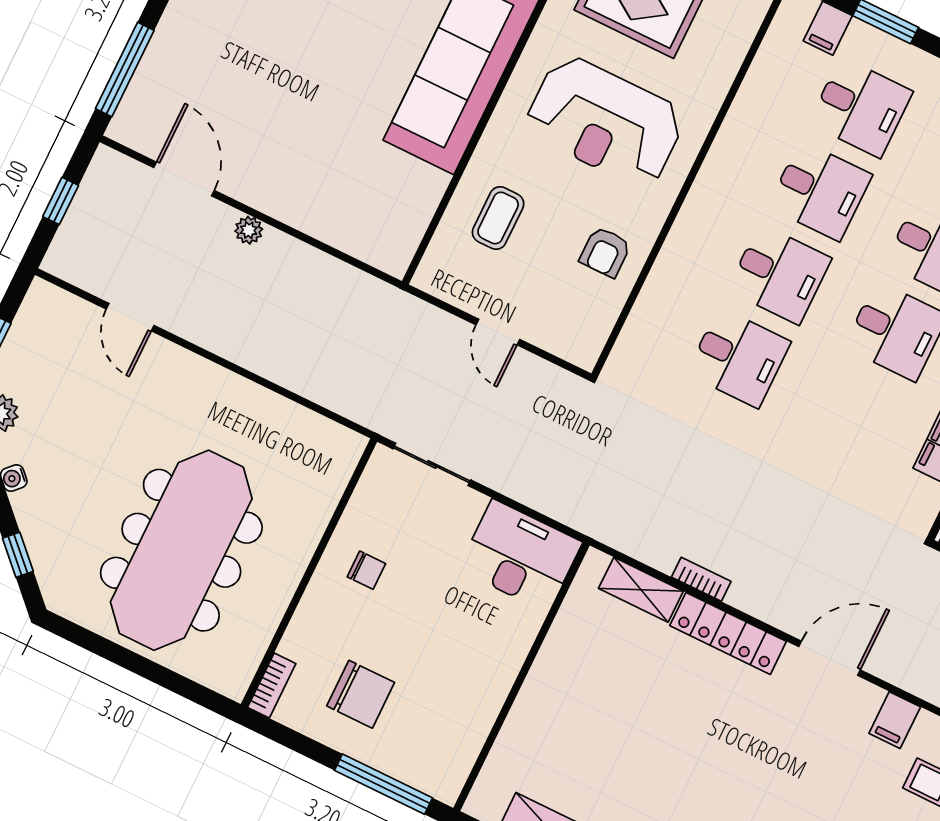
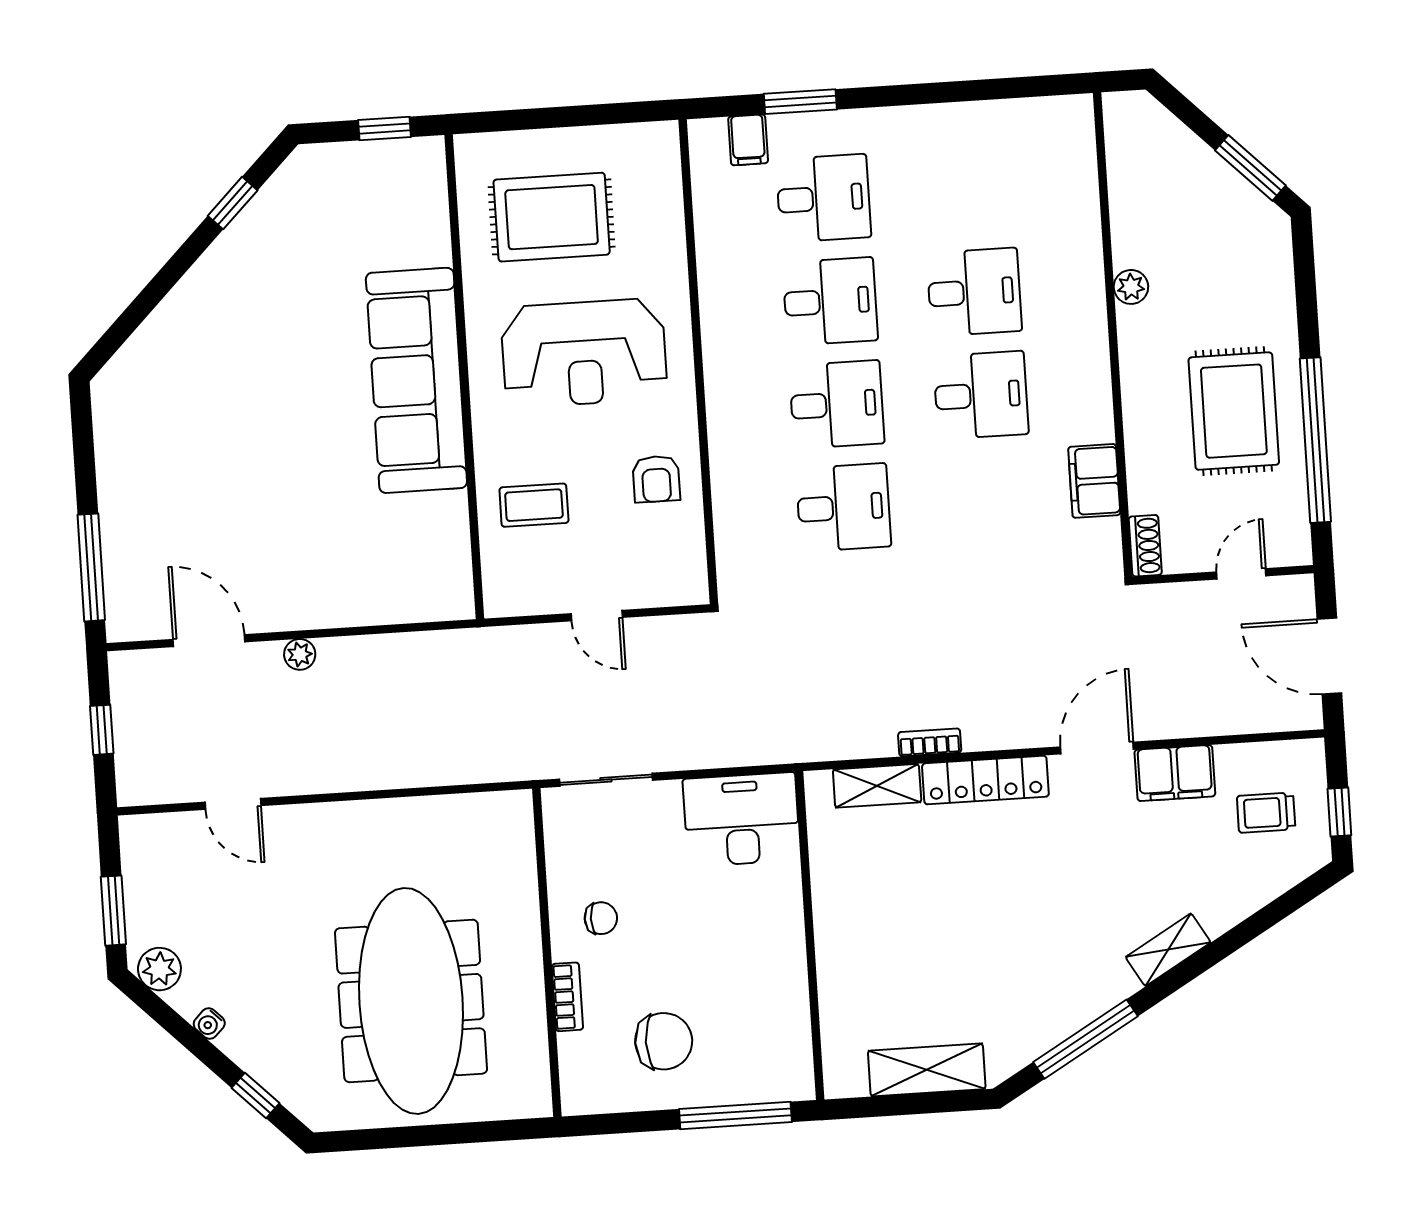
coffee table: (498, 218) -> (534, 505), turned 90
bookcase: (272, 686) -> (567, 997), moved
filing cabinet: (895, 720) -> (1175, 773), width x2.00

